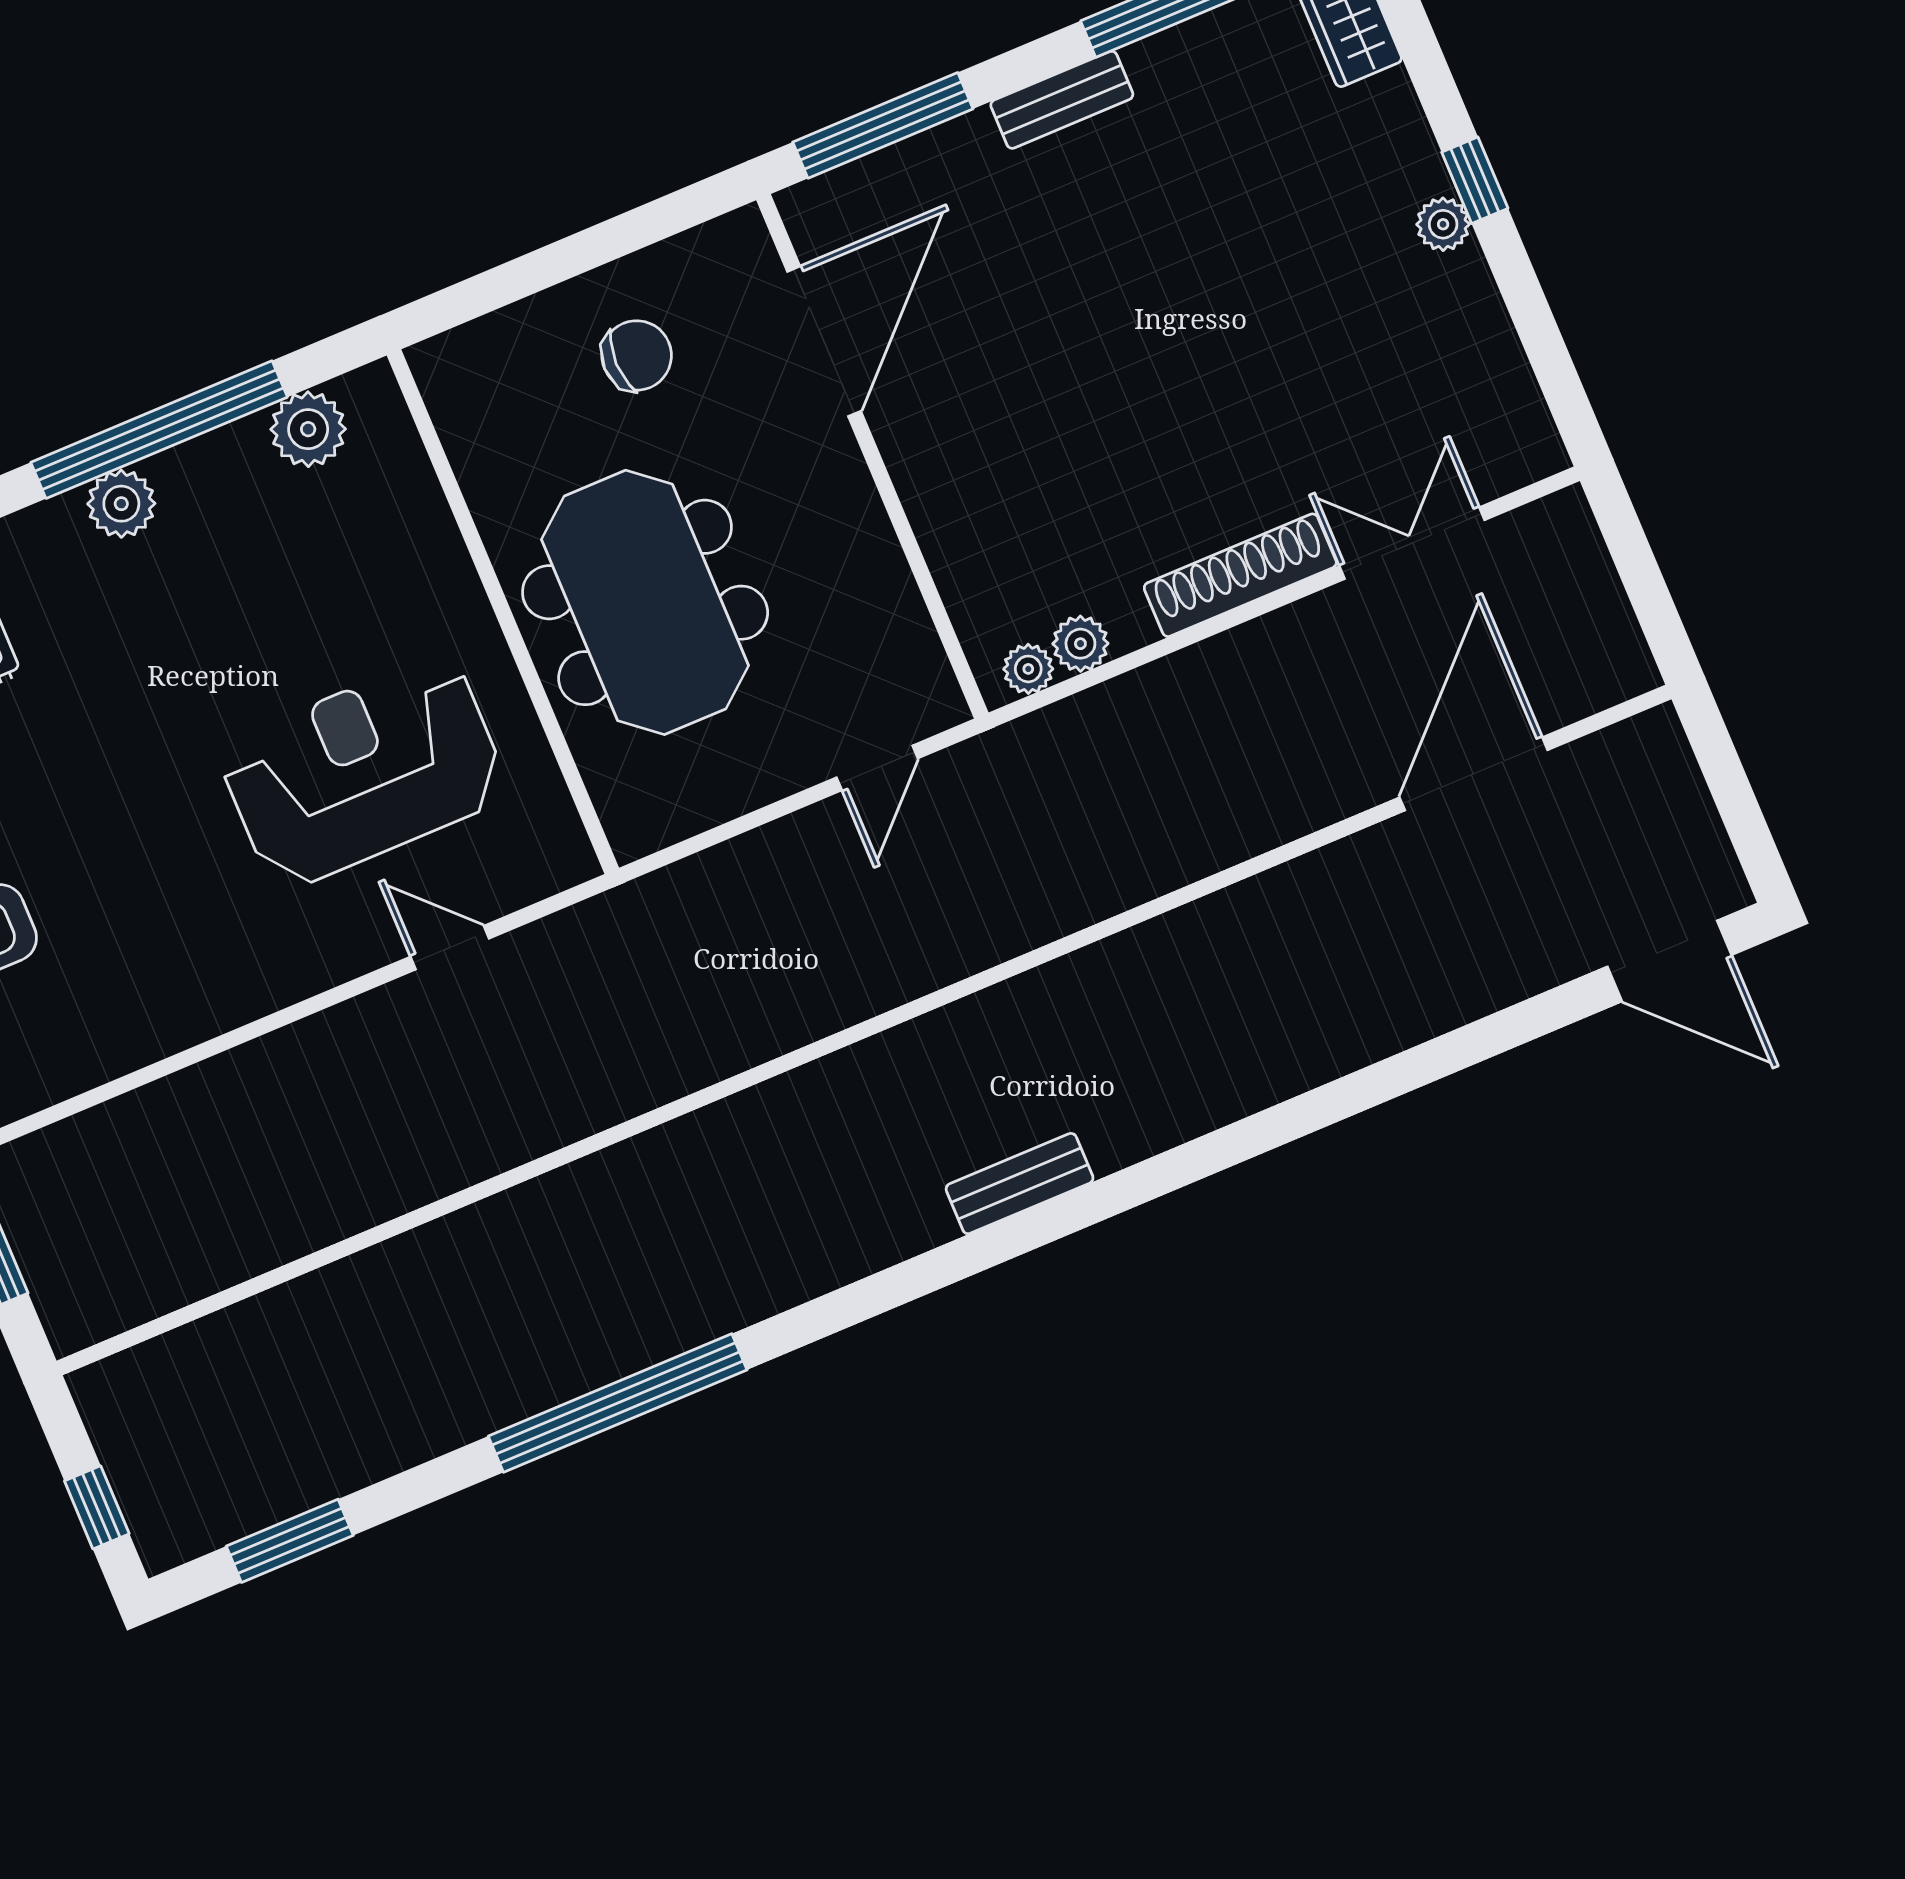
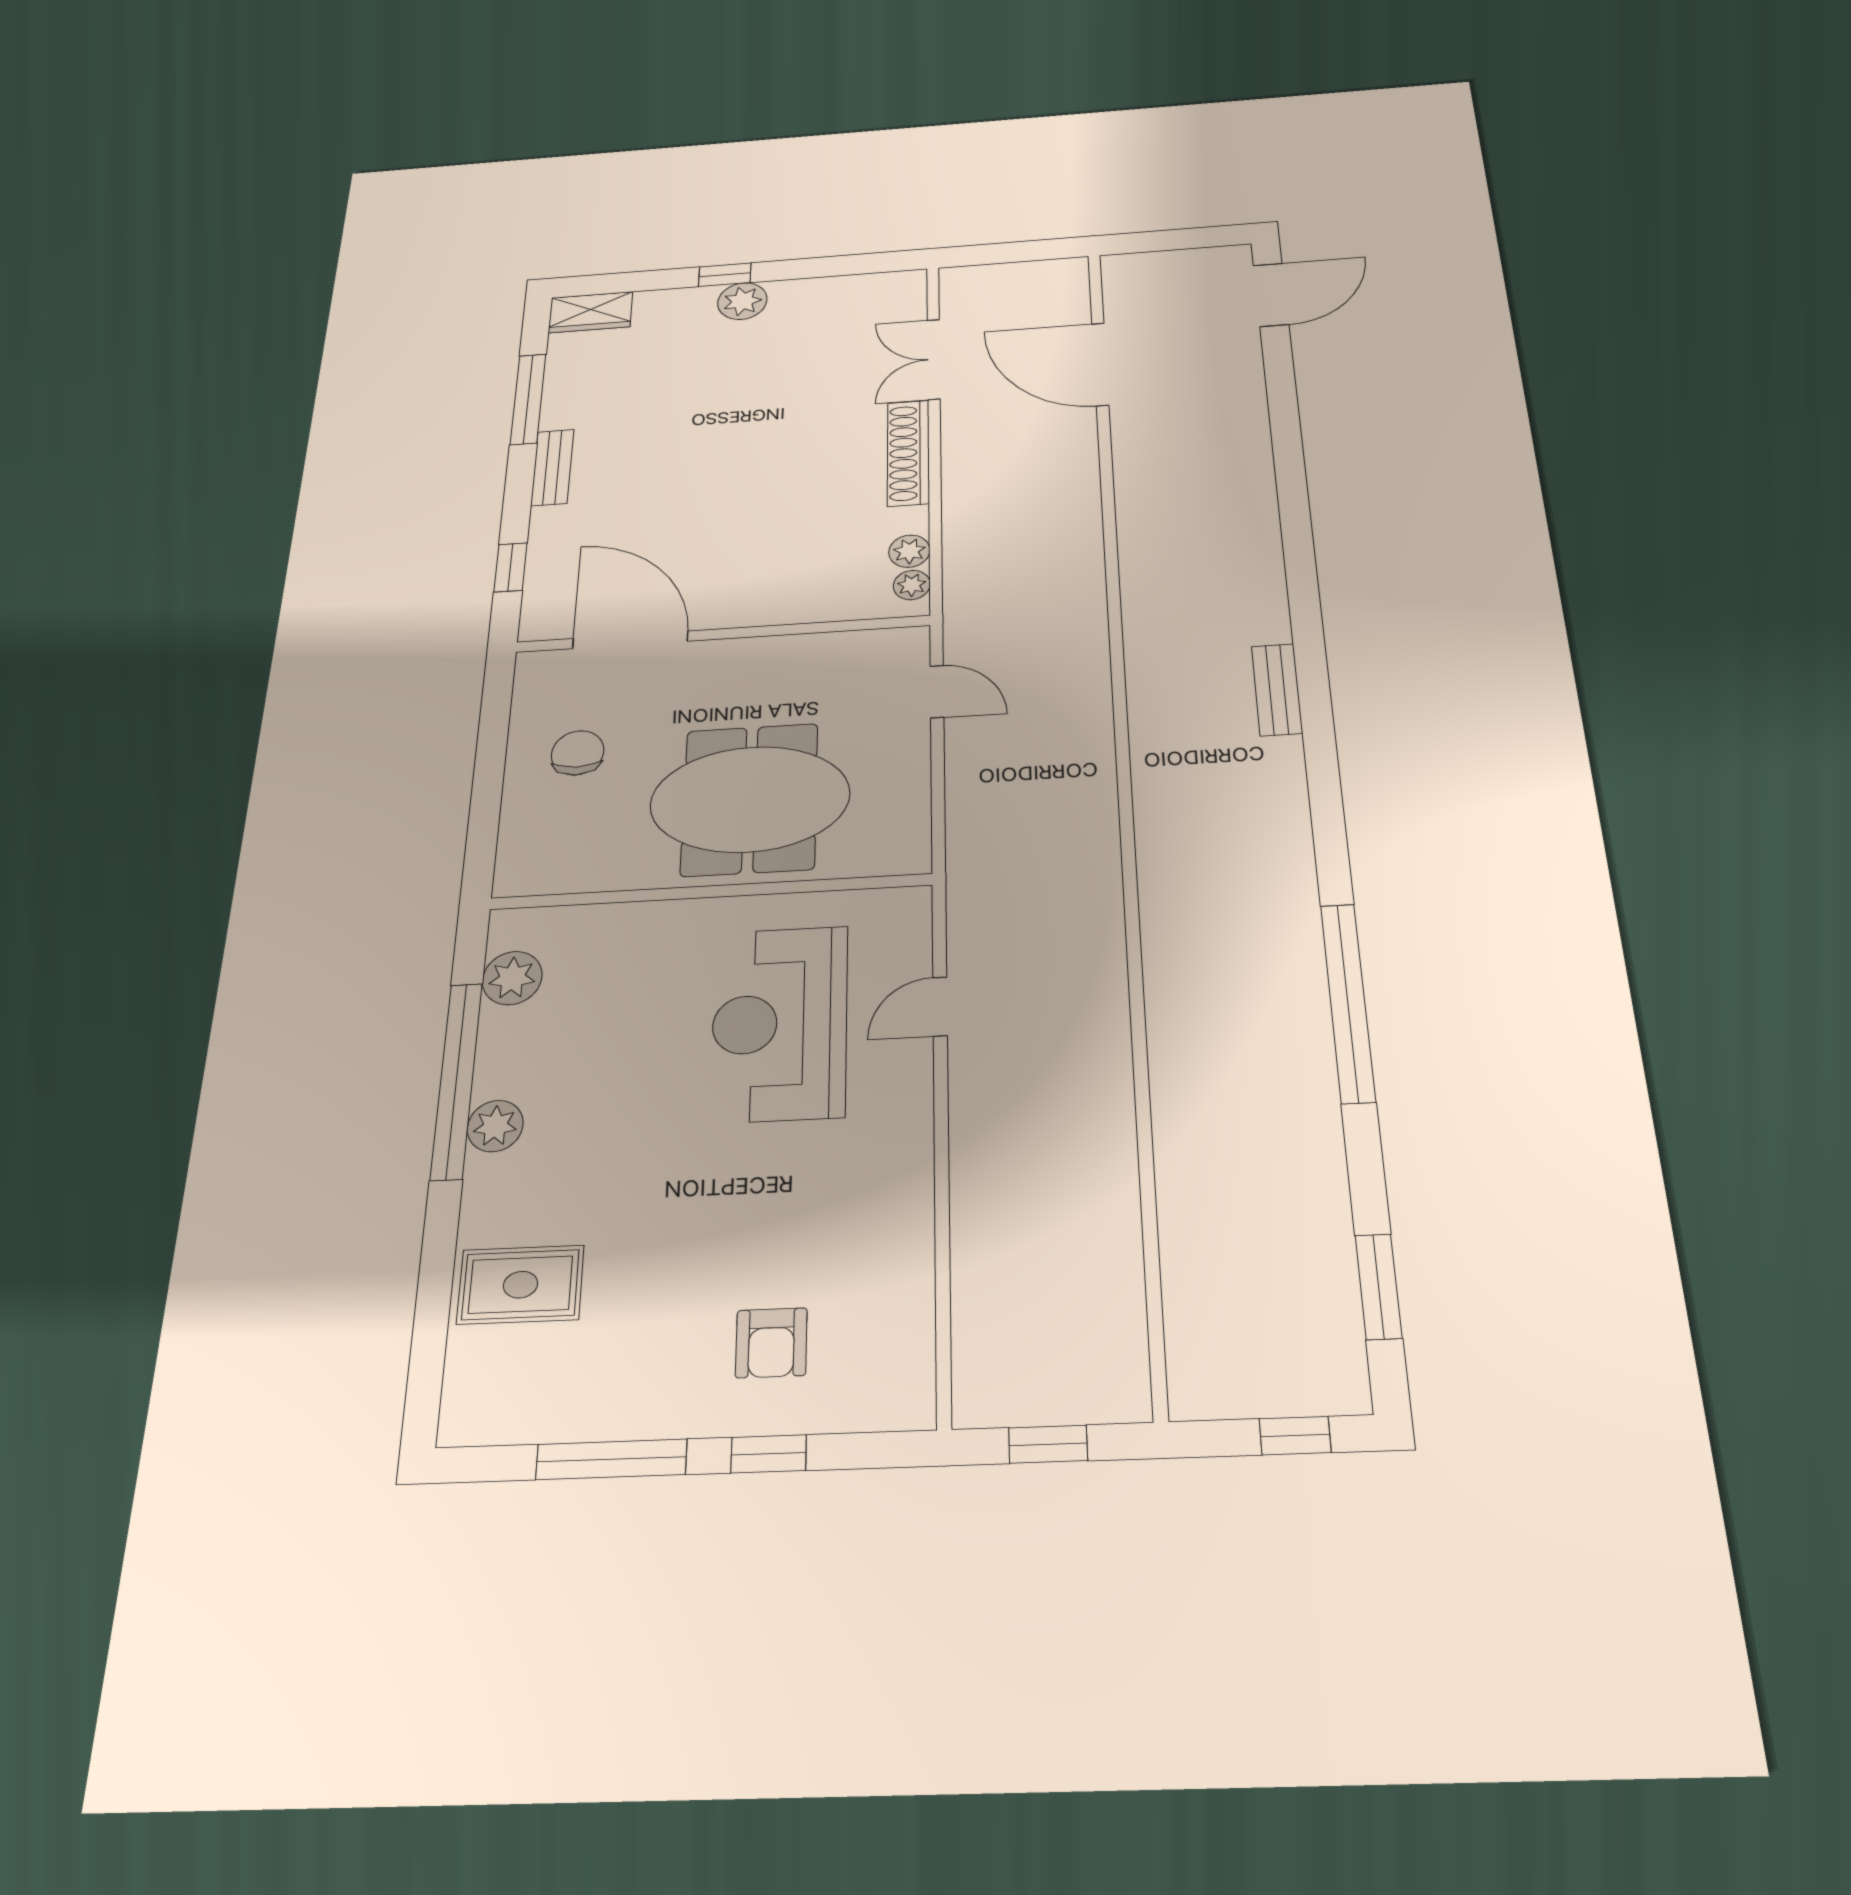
window: (883, 125) -> (510, 567), width x0.46
plant: (1443, 224) -> (742, 301), width x1.38, depth x1.38

